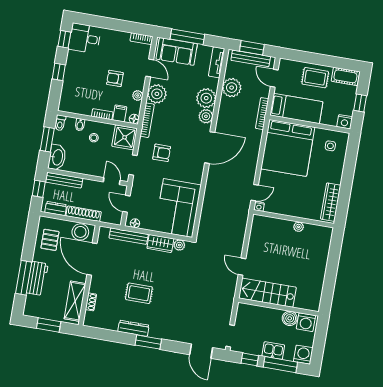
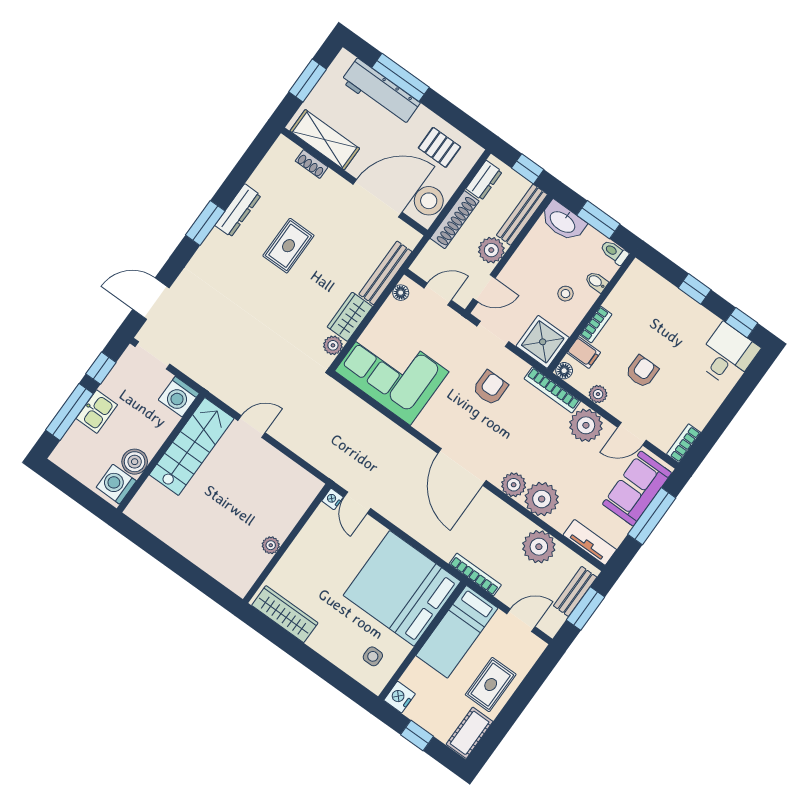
bench: (251, 58) -> (575, 591), width x0.73
armchair: (162, 153) -> (490, 388), turned 180
plant: (90, 187) -> (491, 250), added
workbench: (37, 278) -> (380, 92), width x1.37
washing machine: (303, 355) -> (179, 397), moved, turned 90

